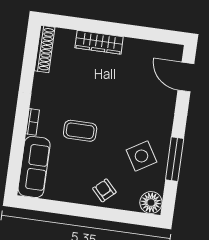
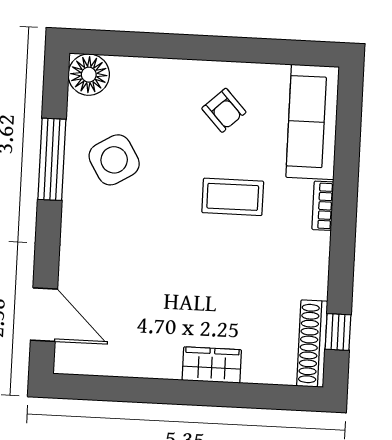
wardrobe: (99, 42) -> (212, 365), width x0.67
window: (30, 54) -> (338, 332), added
armchair: (104, 190) -> (224, 110), moved

